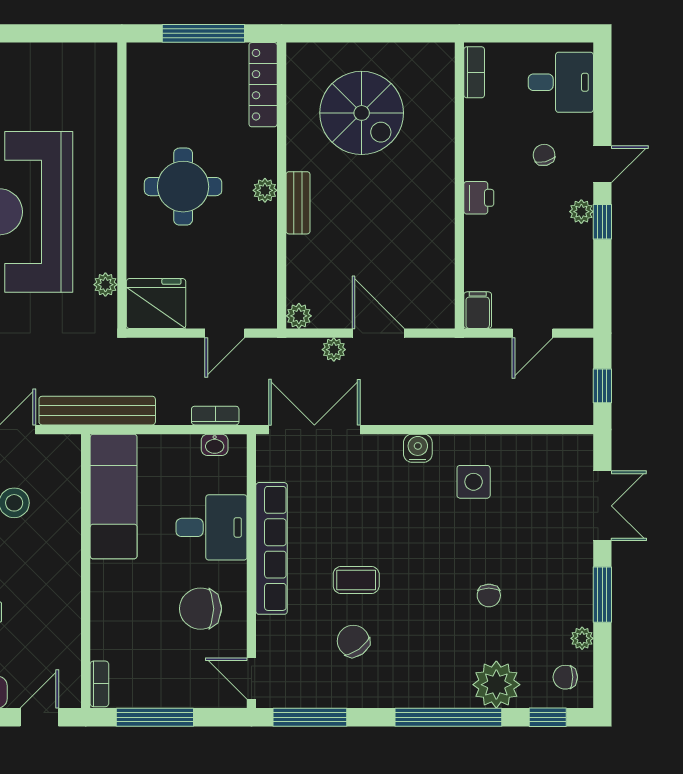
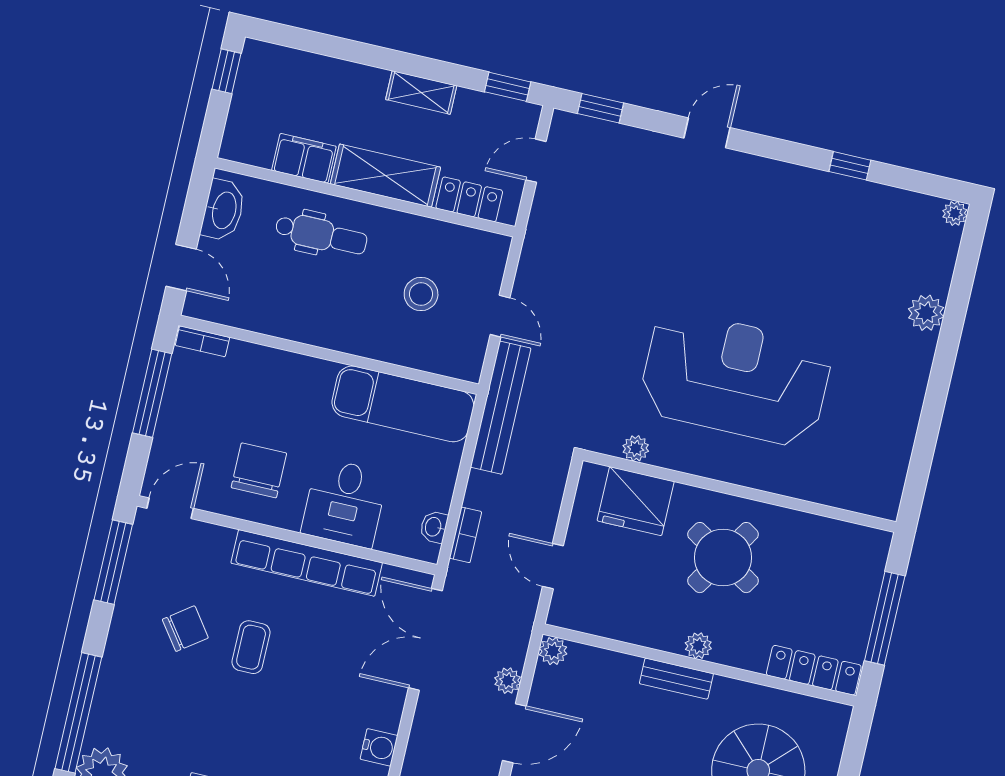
round table: (183, 187) -> (723, 558), turned 32
fridge: (156, 304) -> (636, 501), moved, turned 90
double door: (314, 430) -> (425, 639), swing flipped

